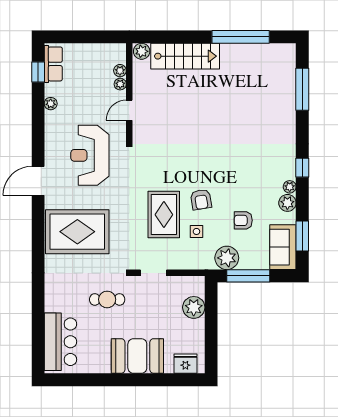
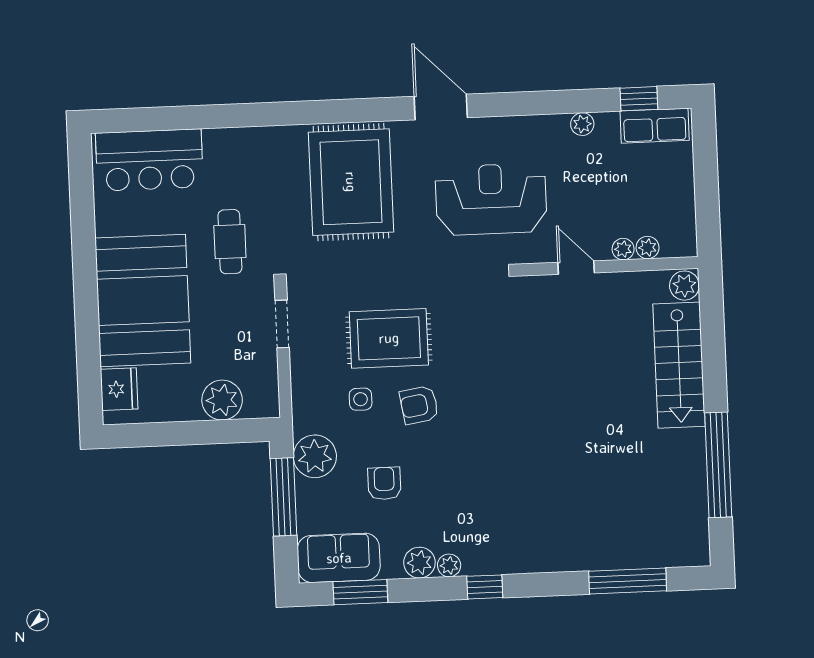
booth: (137, 356) -> (143, 300), width x1.36, depth x1.42

